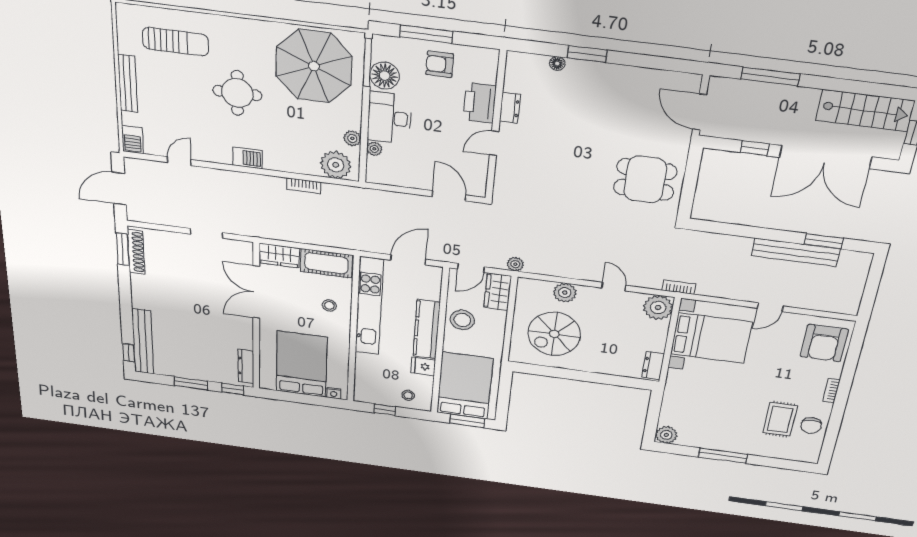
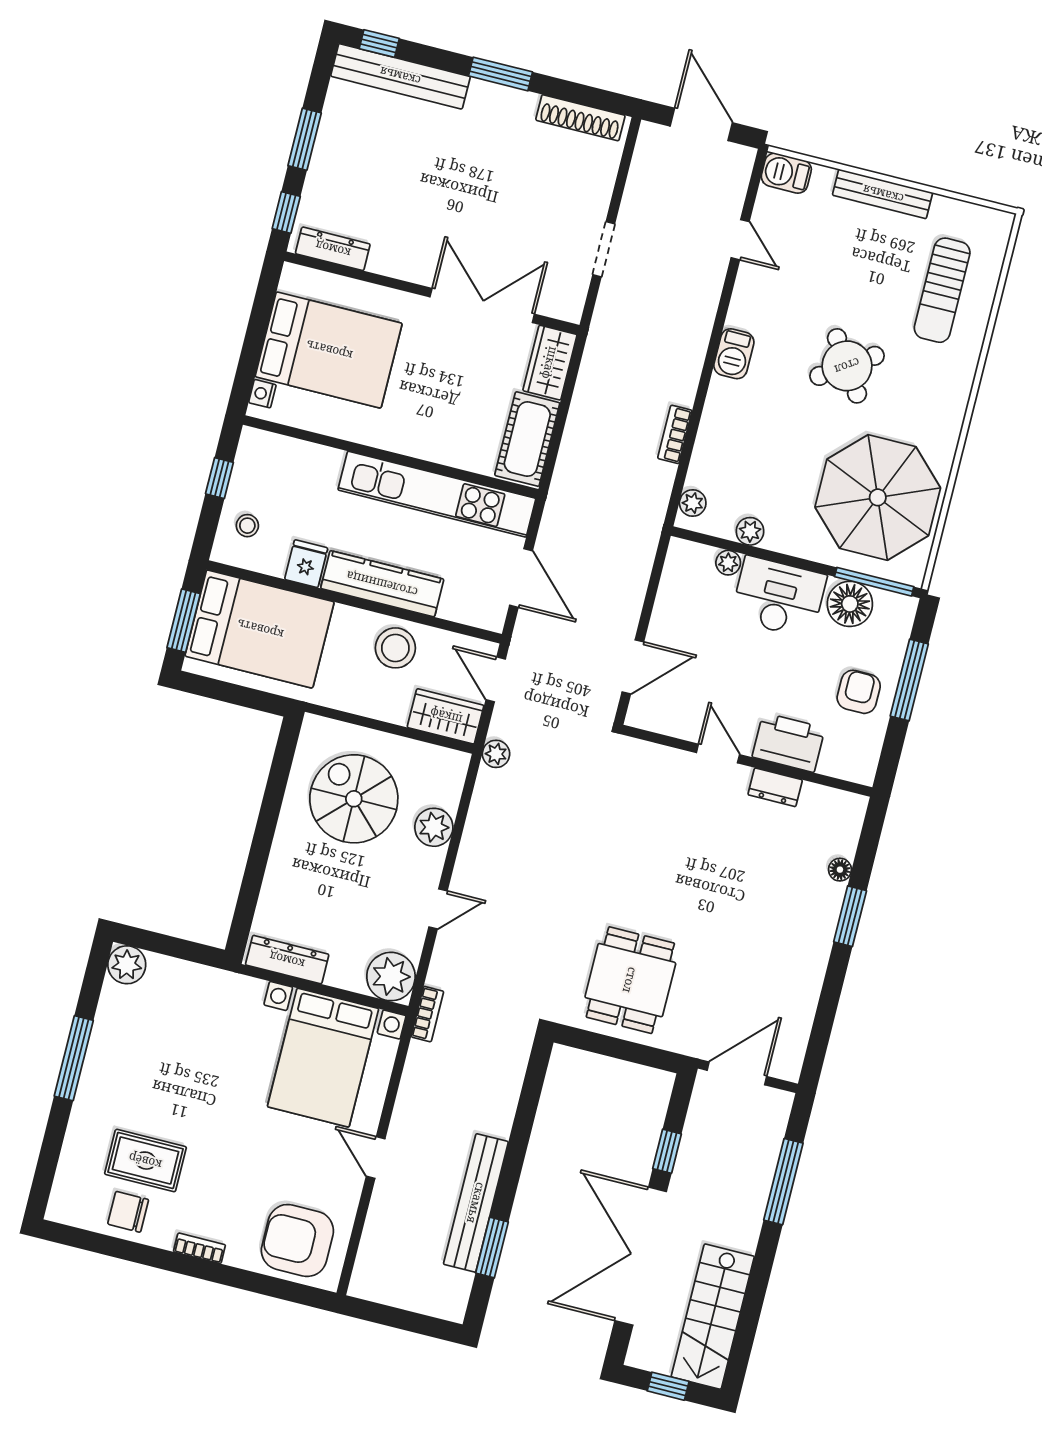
round table: (237, 93) -> (847, 366), turned -34
plant: (336, 165) -> (693, 503), width x0.53, depth x0.53
window: (123, 249) -> (501, 74), moved
stool: (329, 306) -> (444, 426), removed
dresser: (653, 365) -> (287, 960), width x1.44

